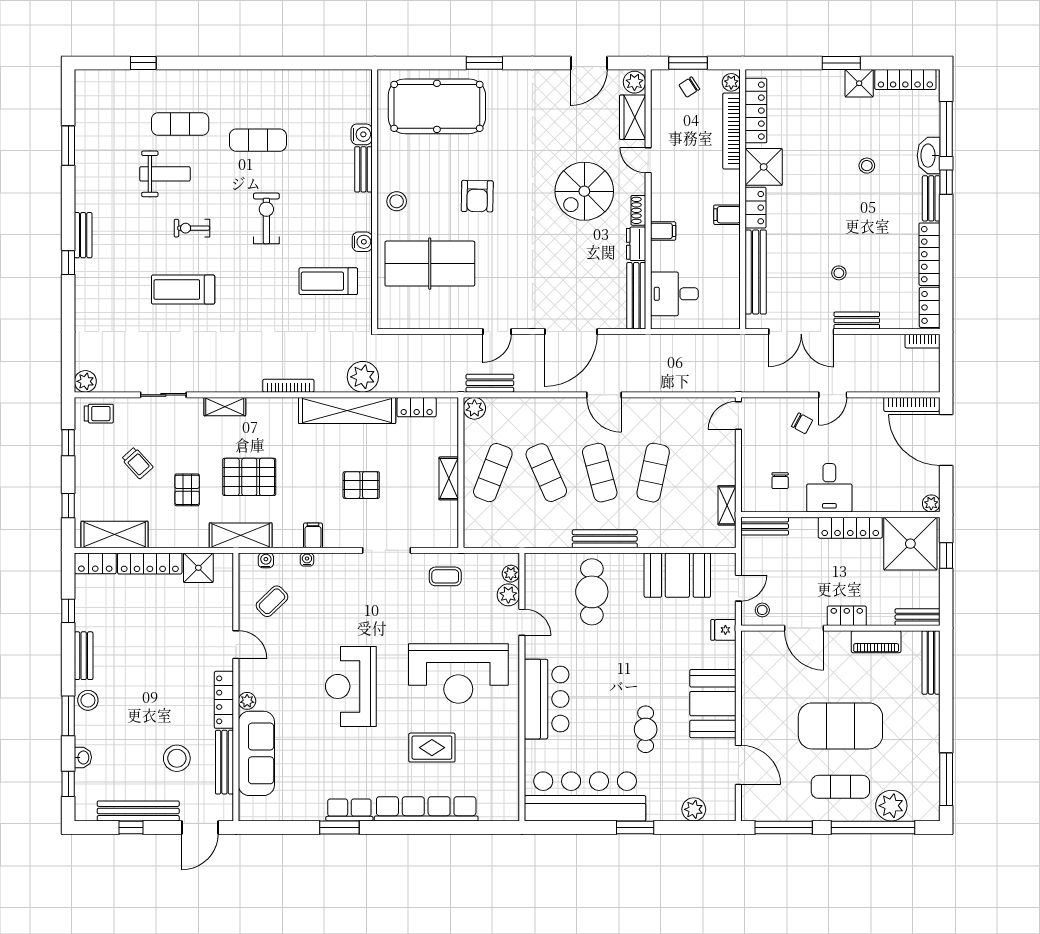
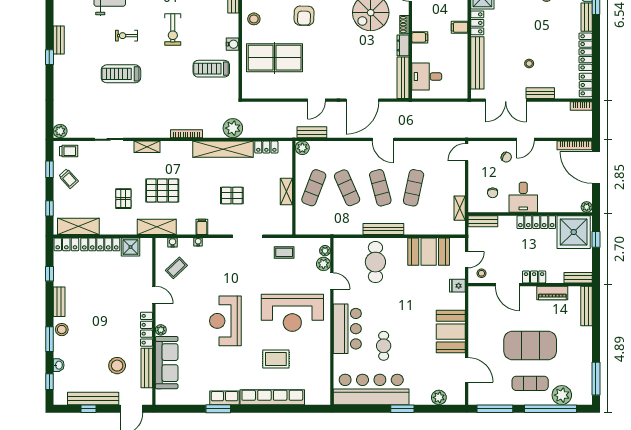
exercise bike: (266, 218) -> (173, 30), turned 180
trolley: (137, 463) -> (69, 179), moved
cafe table: (646, 729) -> (384, 346), moved

